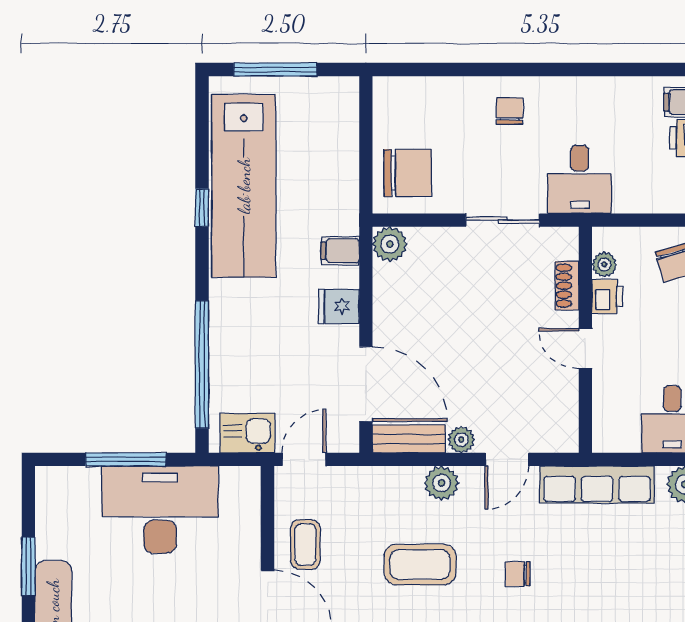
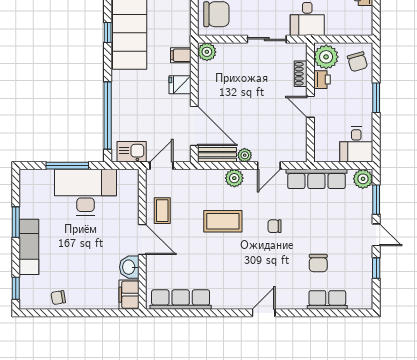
plant: (604, 265) -> (326, 57), width x1.88, depth x1.88

